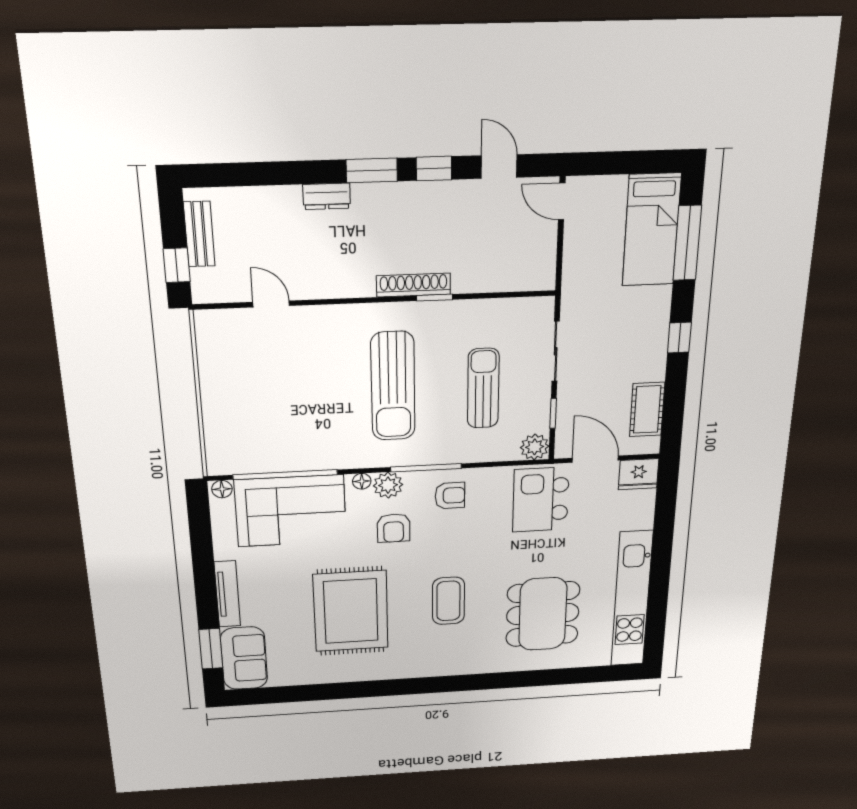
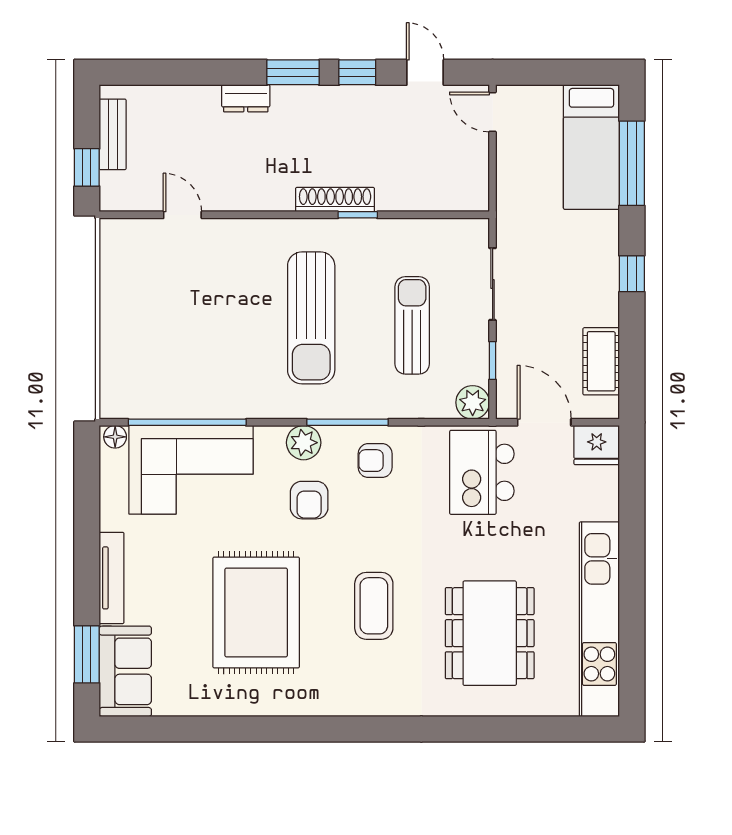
floor lamp: (362, 481) -> (274, 436), removed
armchair: (450, 496) -> (375, 461), turned 180

